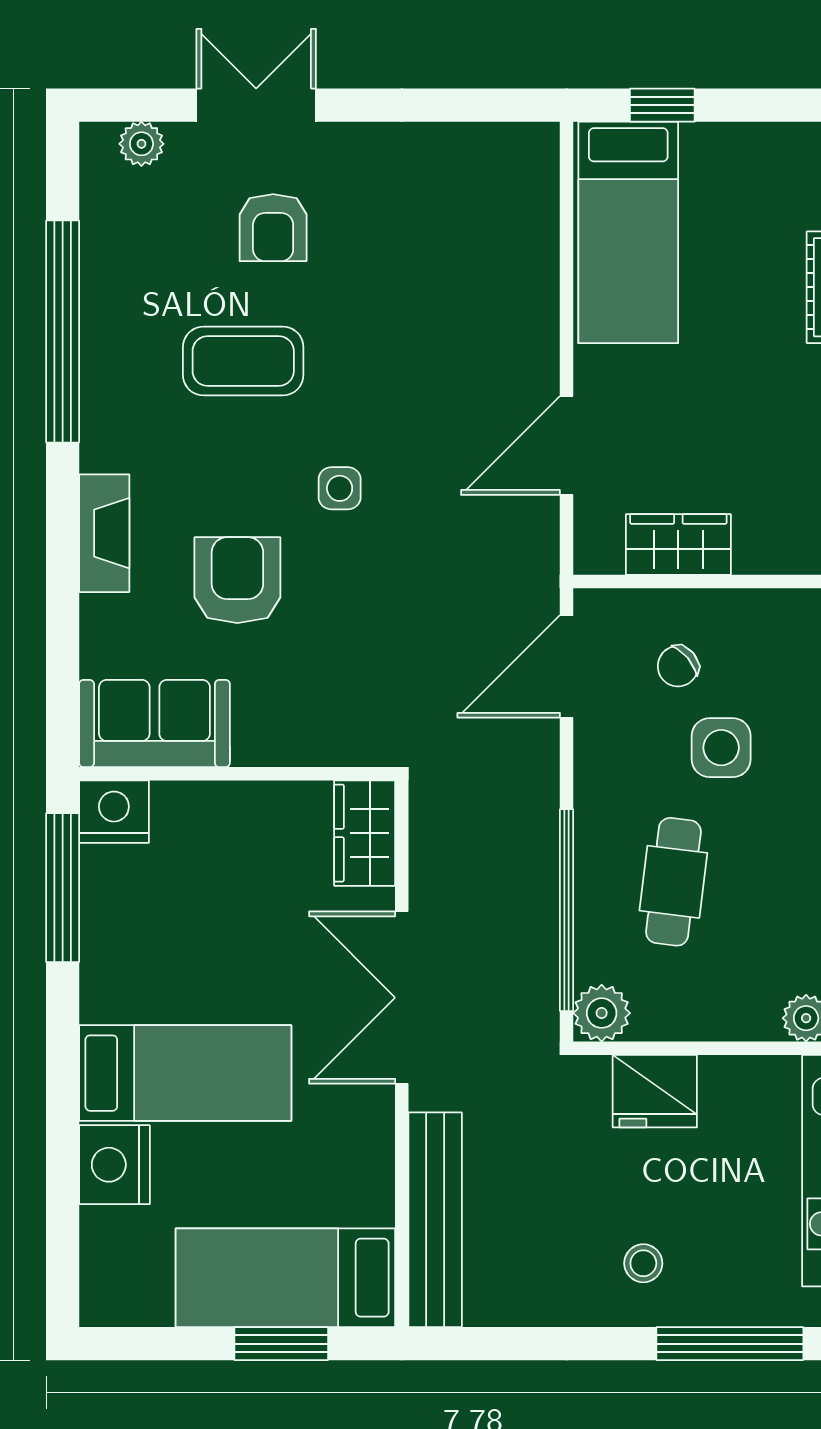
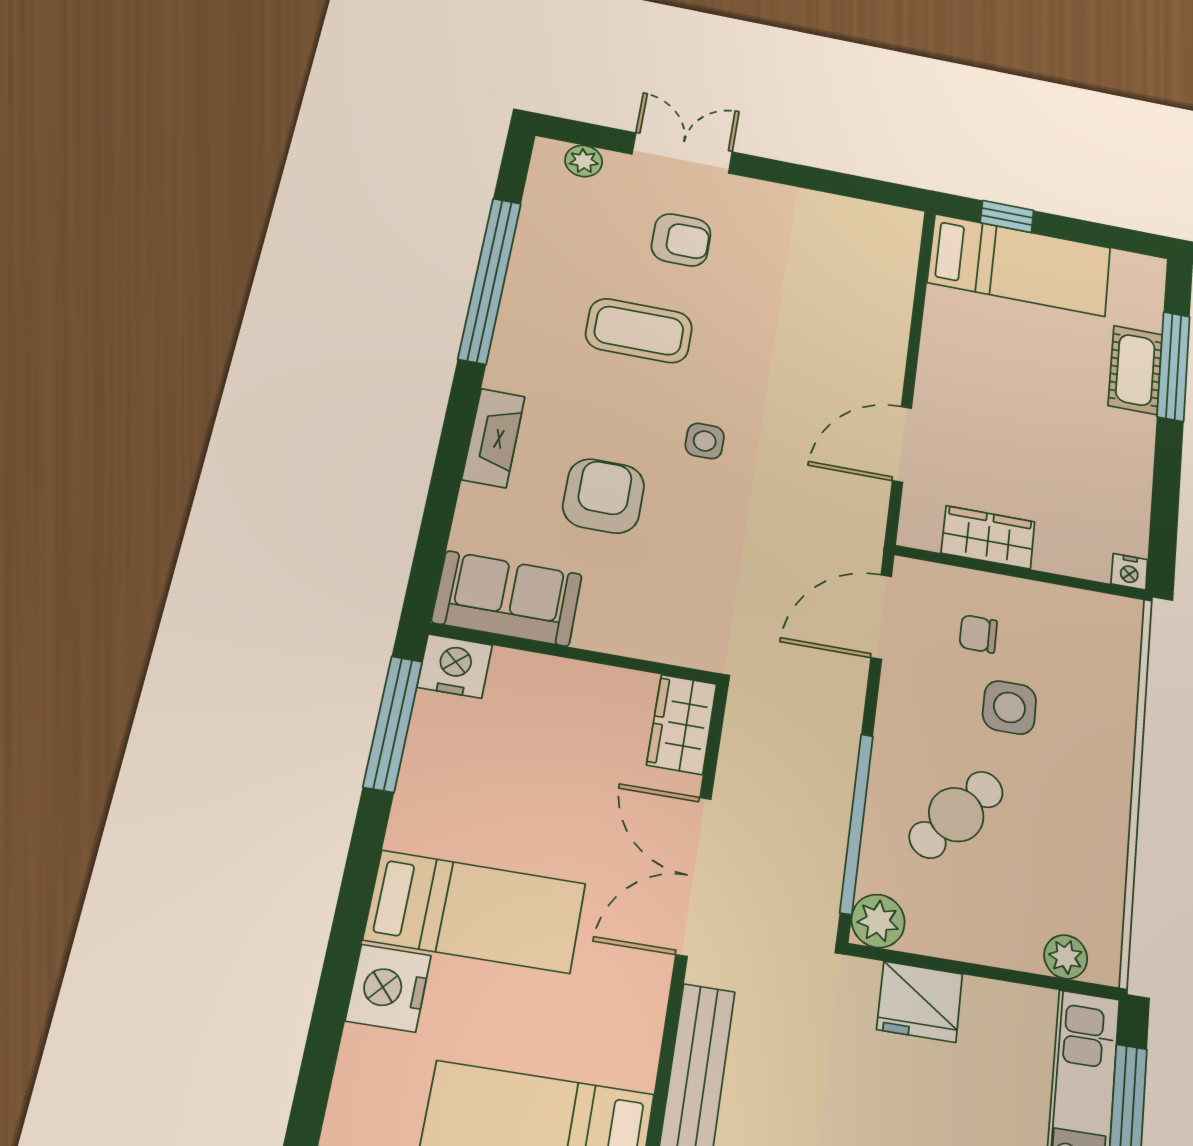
armchair: (273, 228) -> (681, 240), turned -90
bed: (628, 232) -> (1020, 265), moved, turned -90
chair: (678, 666) -> (978, 634), turned 40
cafe table: (673, 882) -> (956, 815), turned 33

